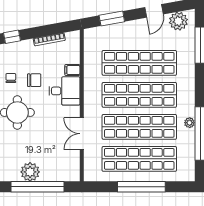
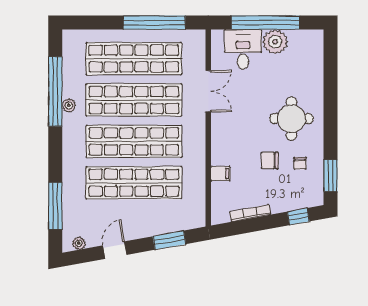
plant: (178, 21) -> (79, 243), width x0.53, depth x0.53
desk: (64, 91) -> (243, 49), moved, turned 90
window: (141, 187) -> (154, 23), moved

